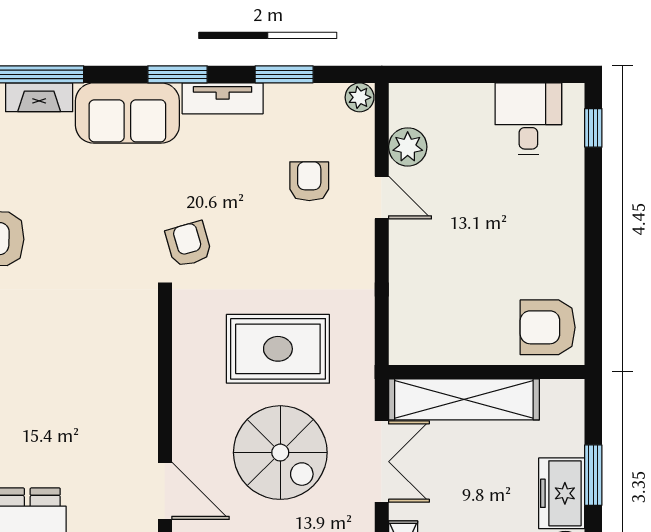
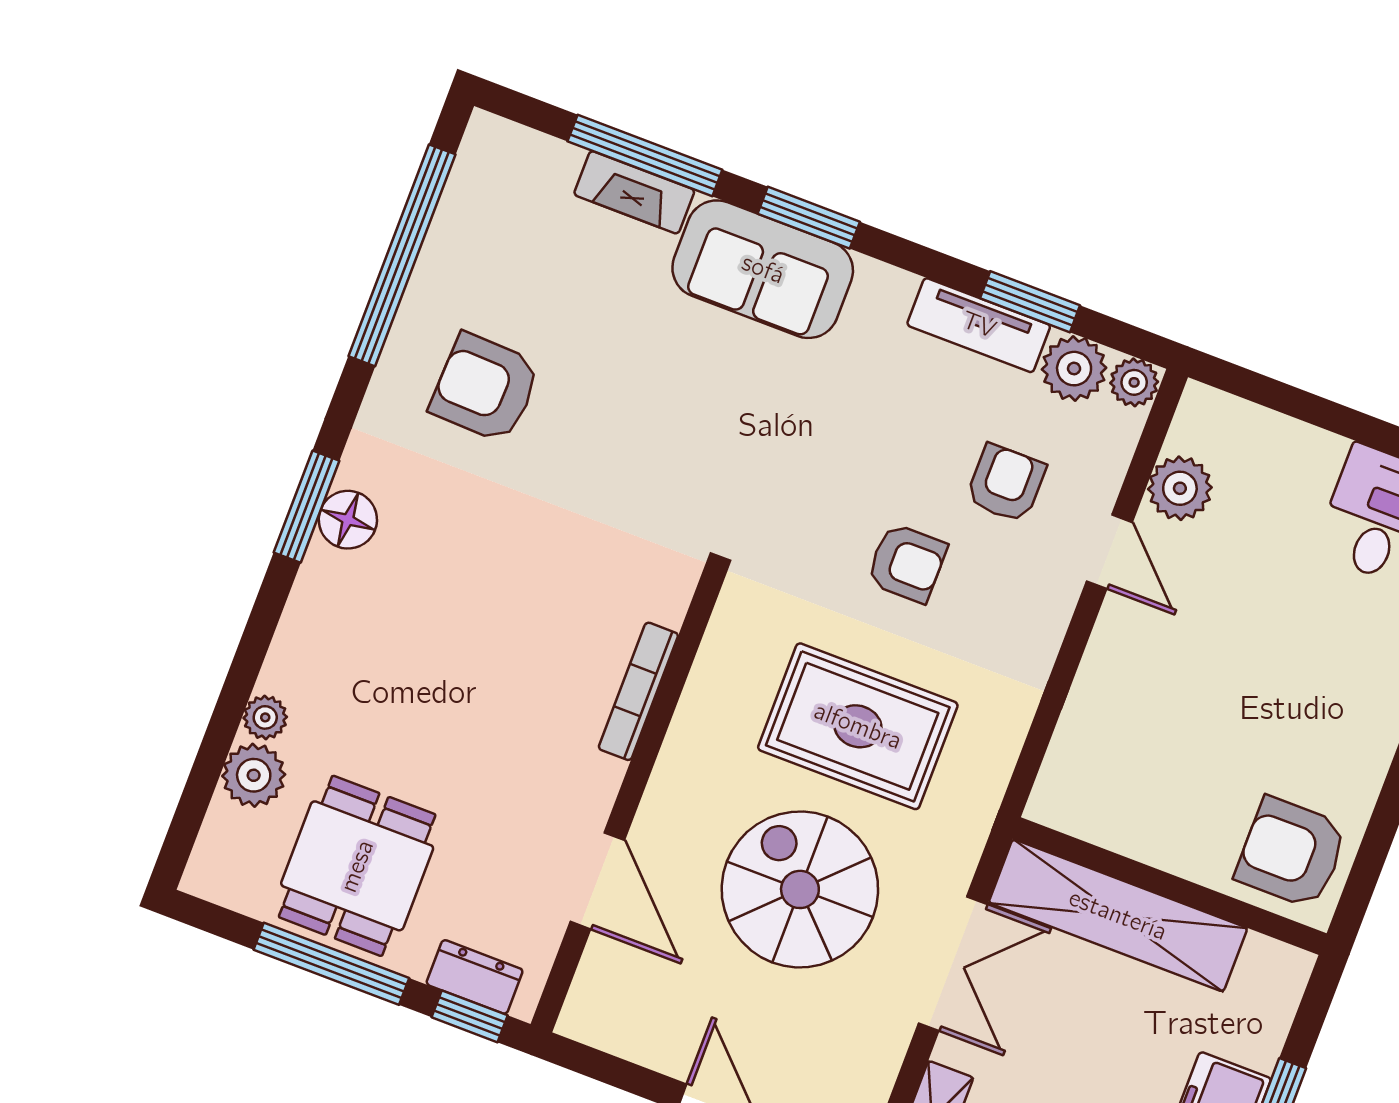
window: (177, 74) -> (809, 218), moved
tv unit: (223, 98) -> (979, 325), moved
plant: (323, 102) -> (1074, 369), added
armchair: (189, 244) -> (907, 563), moved, turned 106
bookcase: (148, 376) -> (638, 691), added
spiral stairs: (280, 453) -> (800, 889), turned 180

